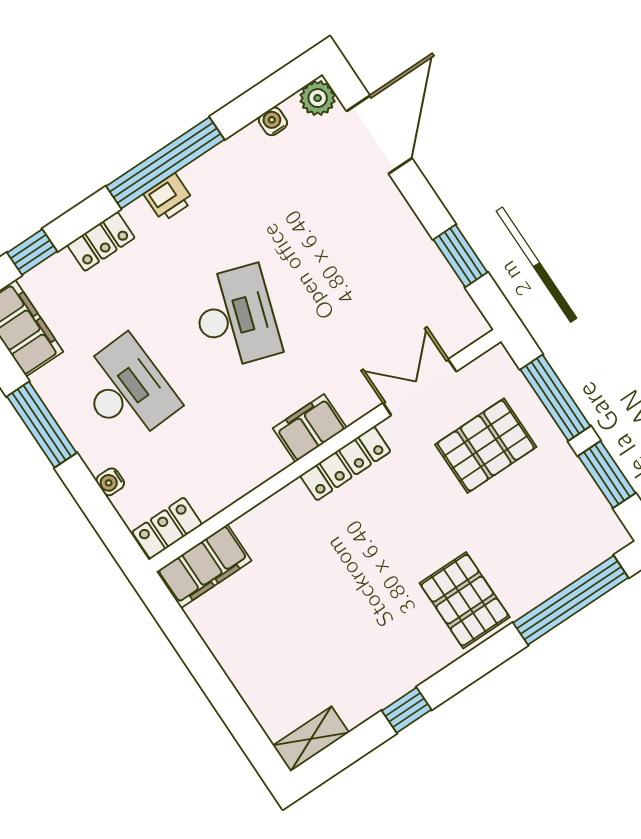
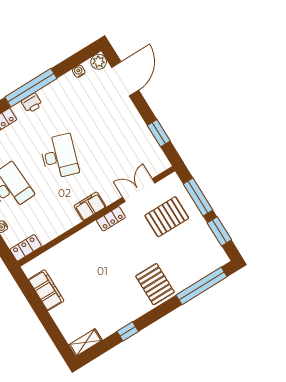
locker: (345, 464) -> (111, 219), width x0.66
filing cabinet: (204, 566) -> (46, 290), moved, turned -90

